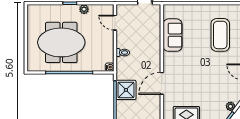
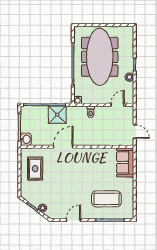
sofa: (172, 35) -> (125, 162), moved, turned 90
meeting table: (61, 42) -> (100, 57), width x1.36
door: (162, 83) -> (63, 147), hinge flipped

